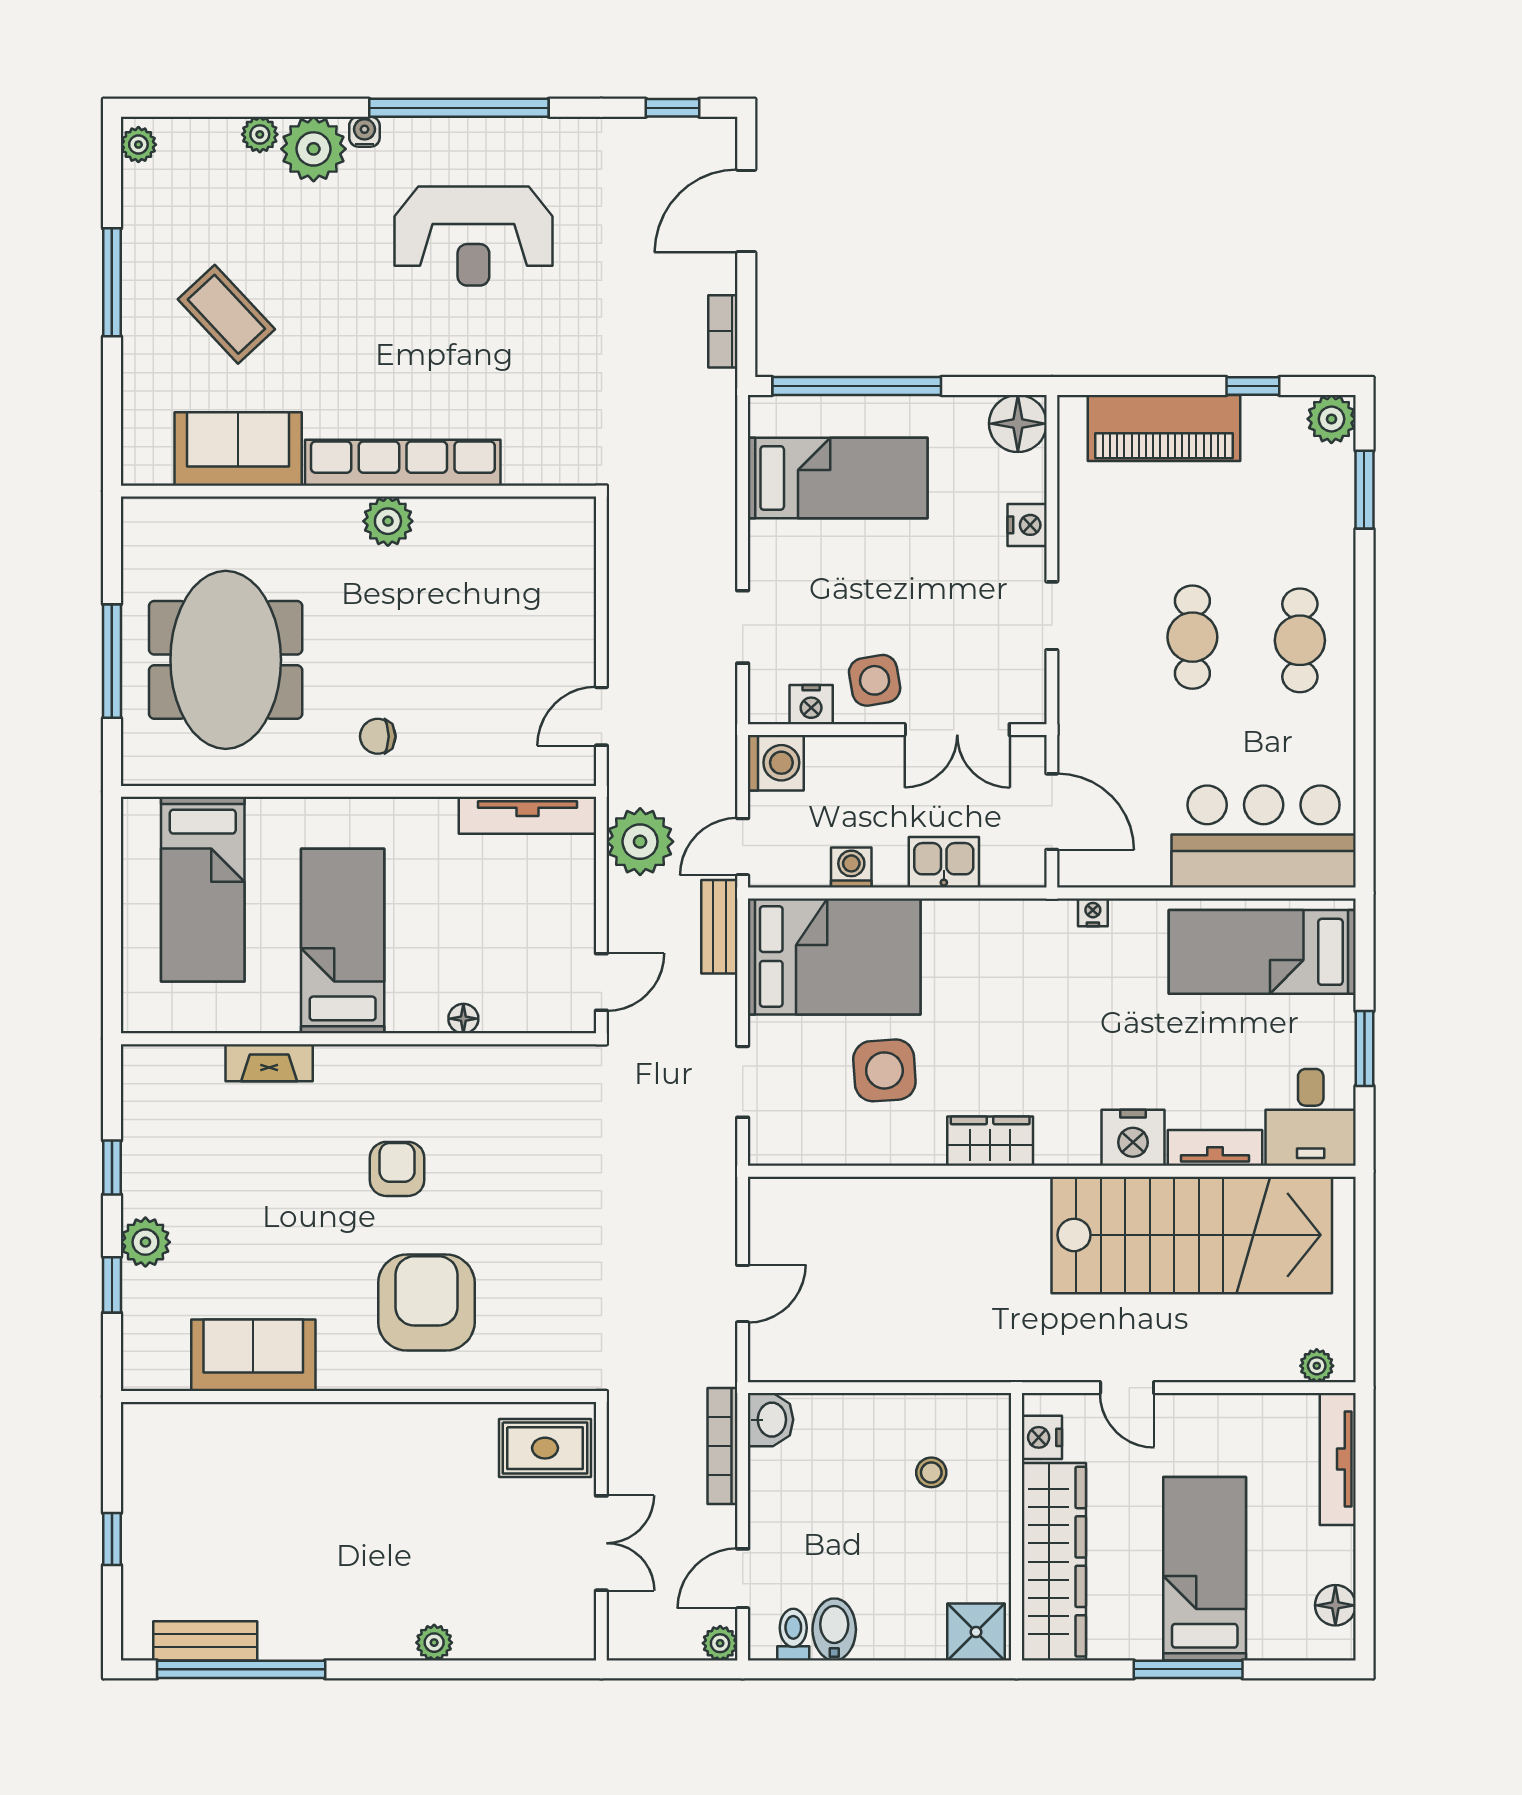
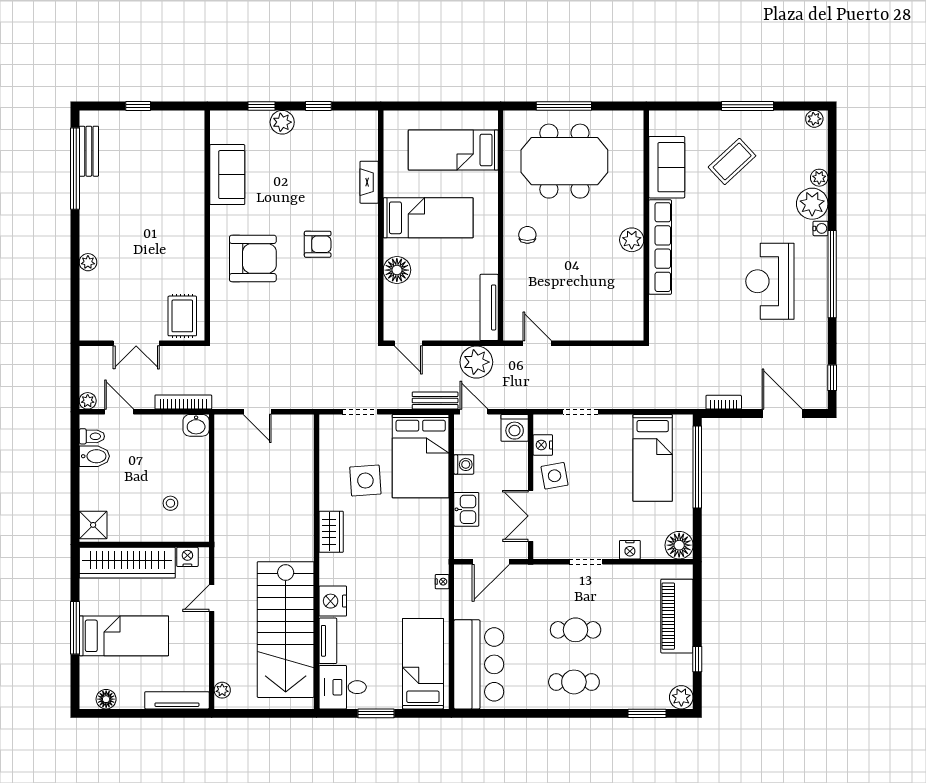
floor lamp: (463, 1019) -> (397, 270), width x1.89, depth x1.89

